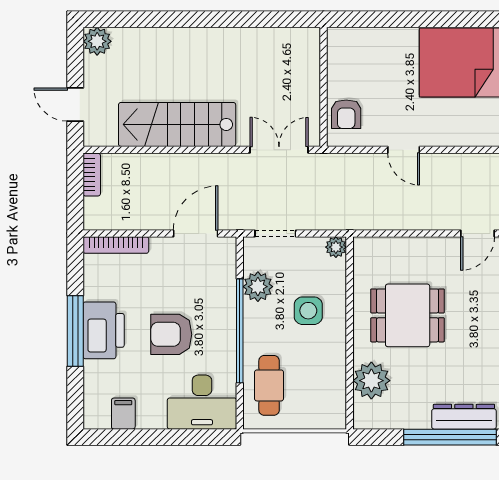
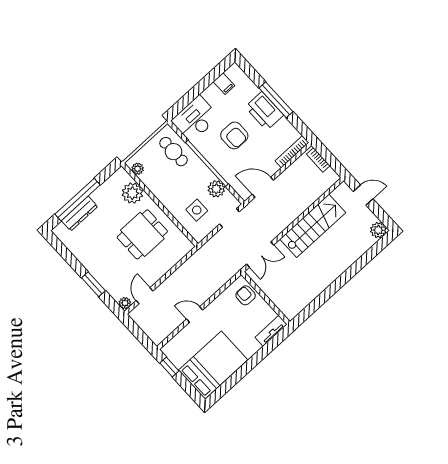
tv unit: (355, 38) -> (271, 331), added
door: (404, 150) -> (195, 315), moved
bookcase: (92, 175) -> (318, 160), moved
door: (196, 233) -> (263, 187), swing flipped
plant: (336, 247) -> (138, 169), moved
side table: (308, 311) -> (197, 210), moved
armchair: (171, 334) -> (234, 135), turned 90

